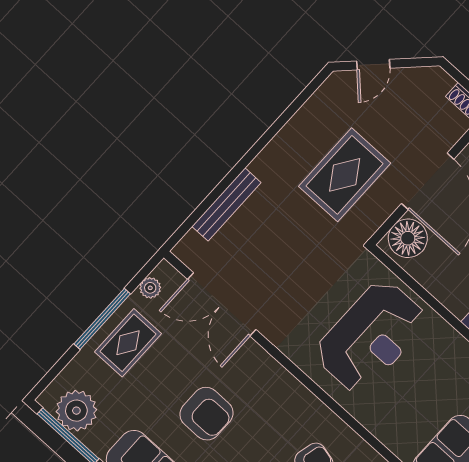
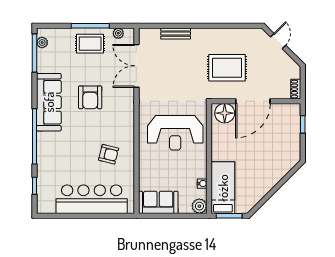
door: (373, 65) -> (278, 41), swing flipped
bench: (226, 204) -> (176, 34), width x0.73
plant: (76, 411) -> (42, 43), width x0.53, depth x0.53

